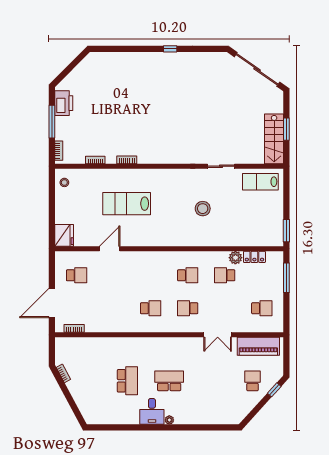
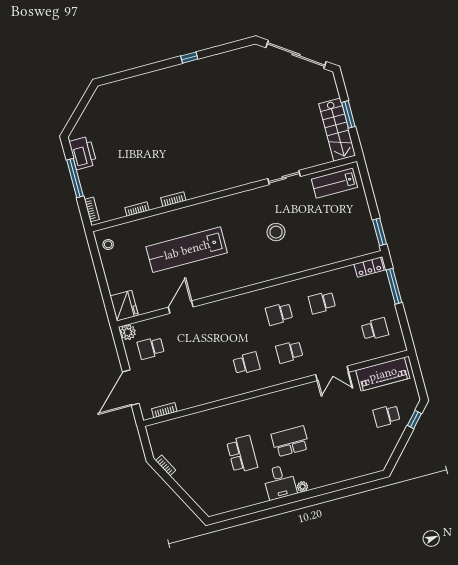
lab bench: (127, 204) -> (187, 250), width x1.36
locker: (254, 257) -> (369, 267), moved
plant: (235, 258) -> (128, 332), moved
school desk: (77, 275) -> (151, 348), turned 180
school desk: (188, 275) -> (279, 314), turned 180
school desk: (252, 381) -> (386, 416), turned -90

